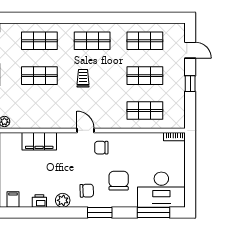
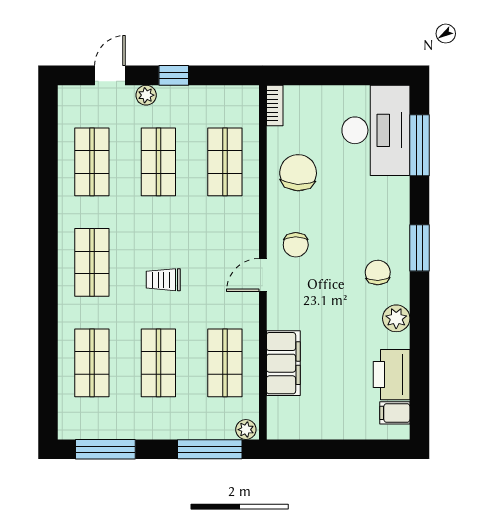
plant: (180, 69) -> (146, 95), added
shop shelf: (39, 111) -> (225, 363), added
chair: (119, 181) -> (298, 173), moved, turned 93
printer: (39, 201) -> (392, 375), width x1.87, depth x1.48

